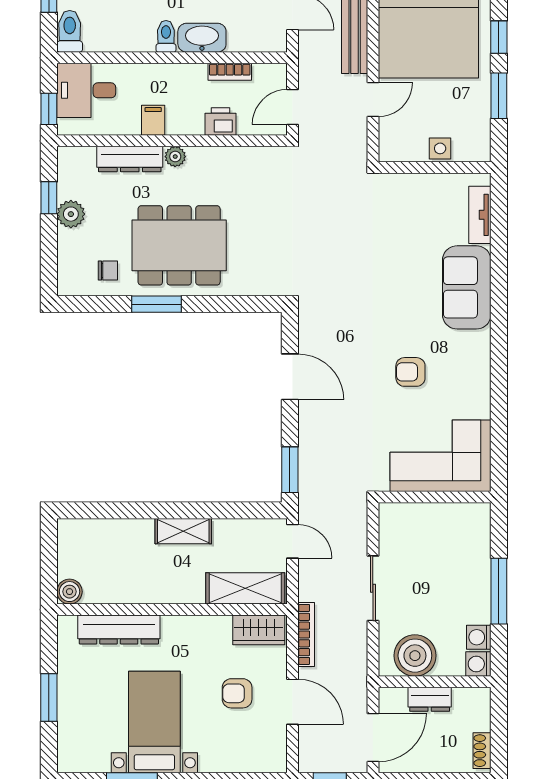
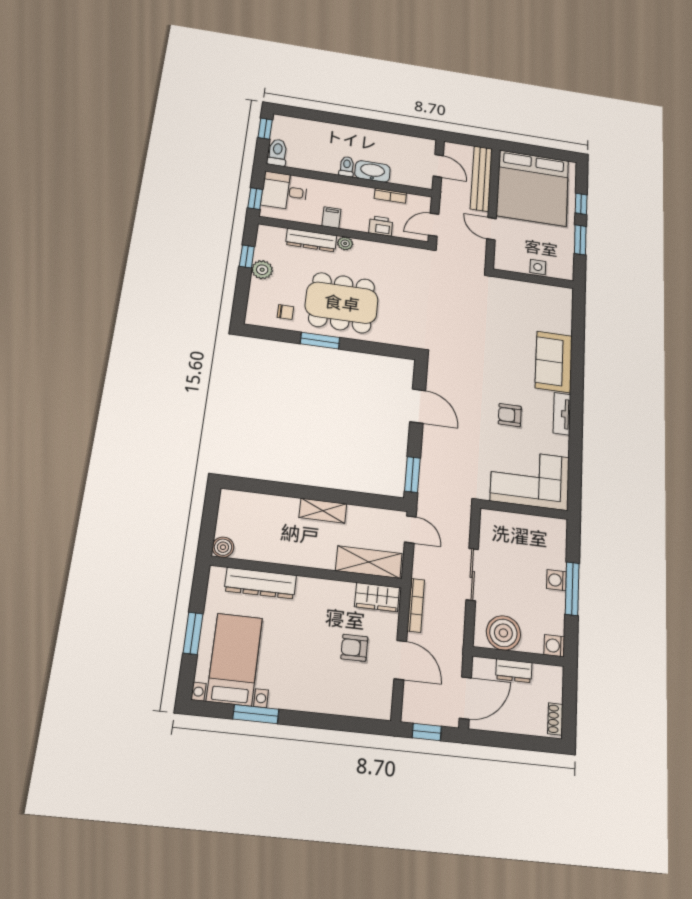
door: (373, 99) -> (491, 229), swing flipped
tv unit: (480, 215) -> (562, 414), moved
washing machine: (479, 637) -> (556, 580), moved
bed with nightstands: (154, 722) -> (234, 659), moved

